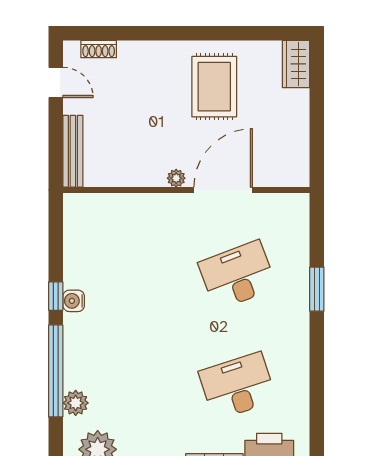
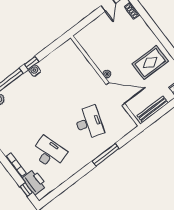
bench: (73, 151) -> (153, 109), moved
desk: (238, 275) -> (89, 123), turned 39
window: (317, 289) -> (106, 155), width x1.44

